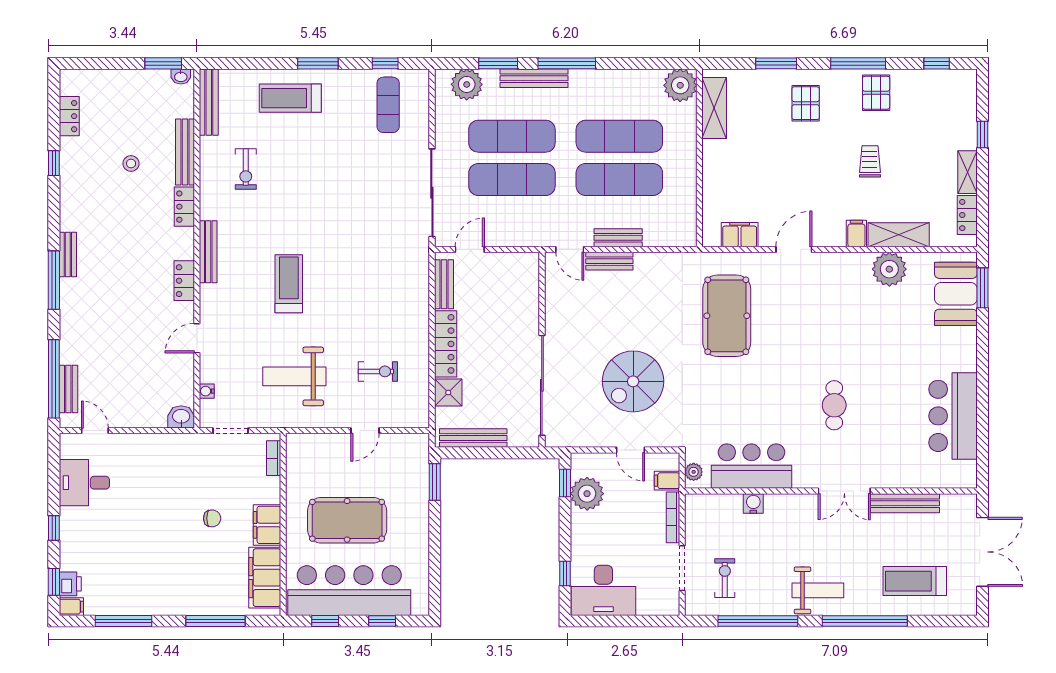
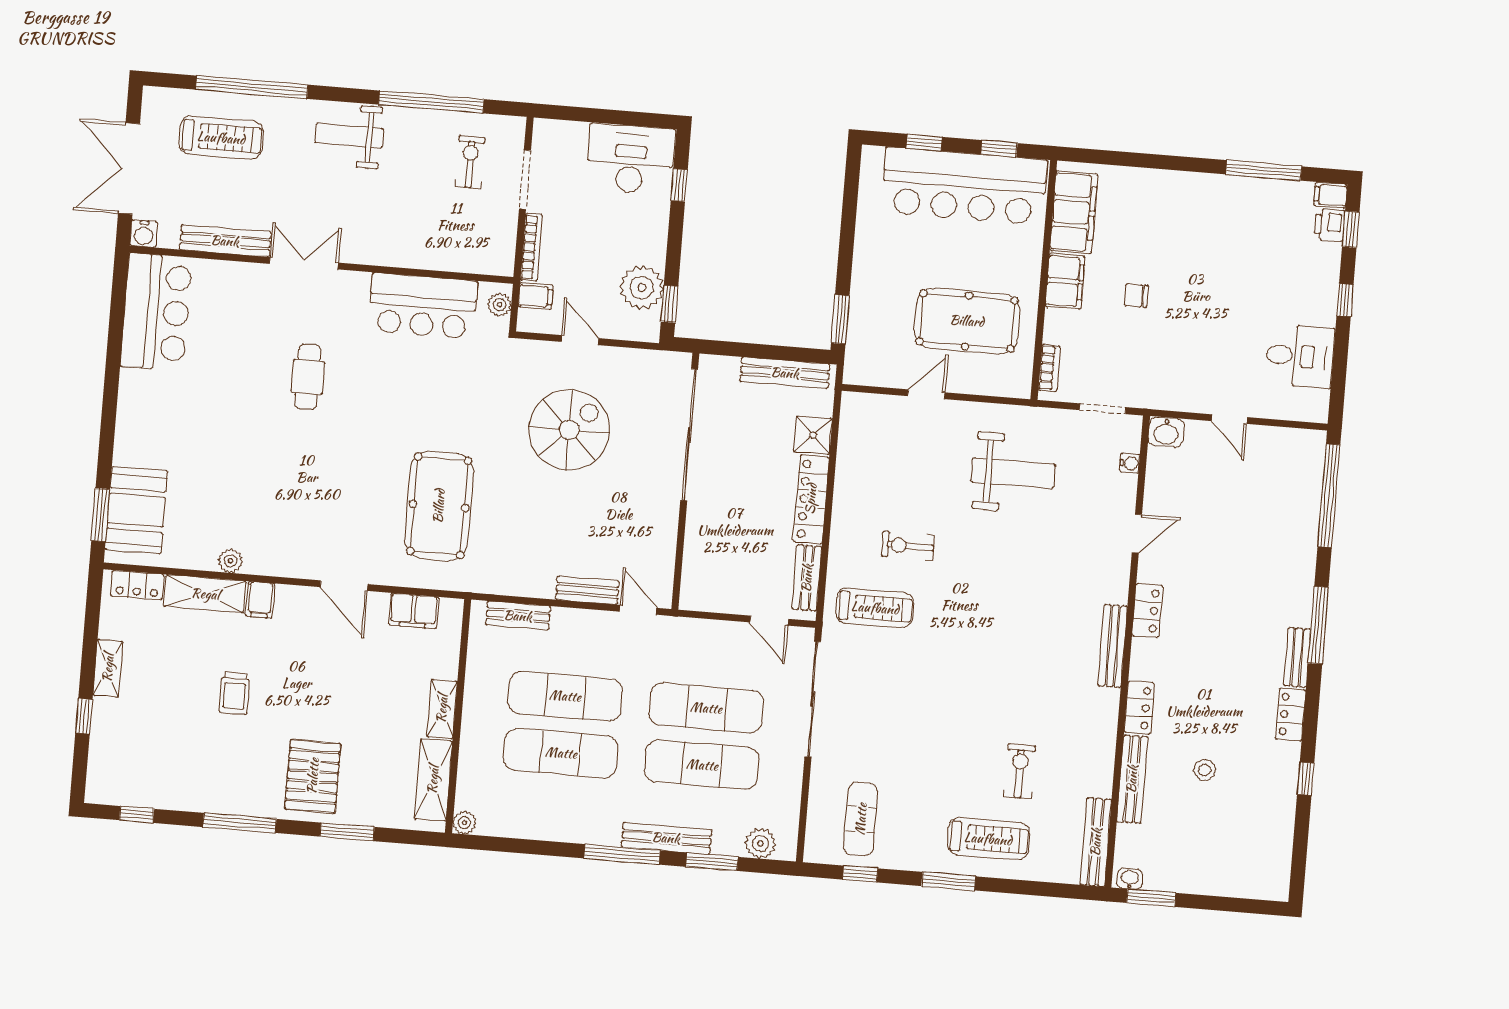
plant: (467, 84) -> (760, 843), width x0.73, depth x0.73
plant: (680, 85) -> (464, 823), width x0.53, depth x0.53
pallet: (876, 93) -> (219, 782), removed
pallet: (806, 103) -> (313, 776), width x1.50, depth x1.42
locker: (69, 116) -> (1291, 715), moved
shelving: (712, 162) -> (442, 709), added
exercise bike: (246, 169) -> (1020, 771), moved
locker: (967, 215) -> (137, 585), moved, turned 90
bench: (618, 238) -> (518, 616), moved
door: (470, 249) -> (769, 621), hinge flipped
door: (794, 249) -> (344, 586), hinge flipped
plant: (889, 269) -> (230, 561), width x0.53, depth x0.53
treadmill: (289, 284) -> (875, 608), moved, turned -90
exercise bike: (378, 371) -> (908, 546), moved
bench: (68, 389) -> (1311, 481), removed
bar counter: (953, 416) -> (156, 312), moved
door: (95, 431) -> (1229, 419), moved
water cooler: (753, 503) -> (144, 234), moved
pool table: (347, 520) -> (967, 321), moved
exercise bike: (725, 578) -> (470, 162), turned 180
window: (216, 621) -> (1143, 160), removed
window: (865, 621) -> (252, 87), moved

